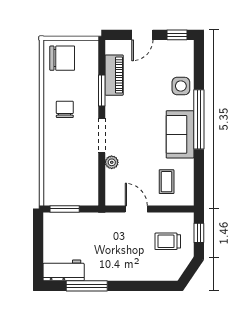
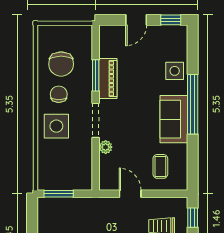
chair: (62, 58) -> (61, 64), moved, turned 90
piano: (114, 75) -> (108, 78), moved
side table: (62, 141) -> (56, 126), added

